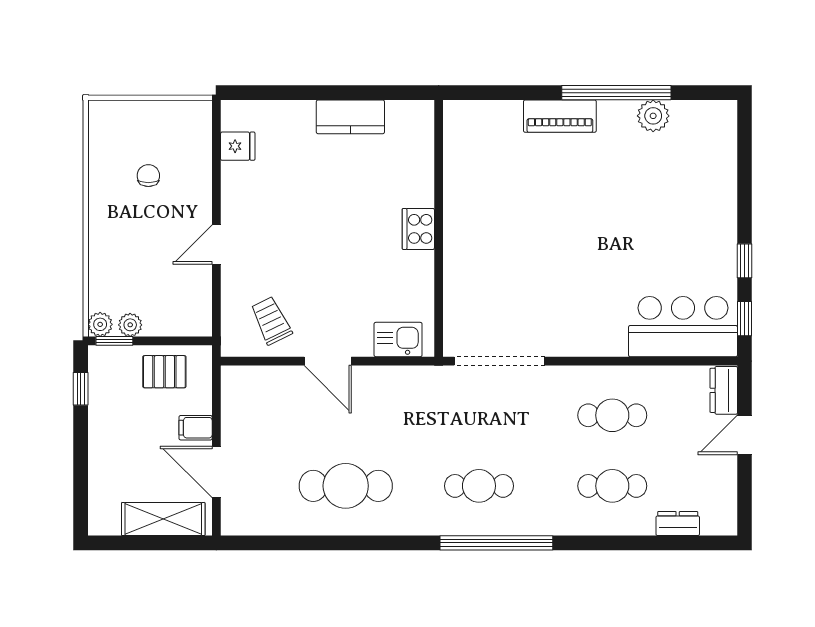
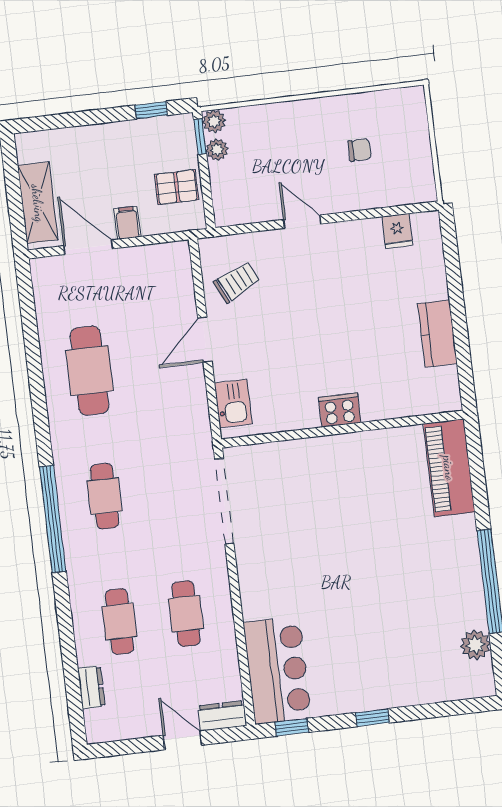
piano: (560, 116) -> (449, 468), moved, width x1.37, depth x1.33
plant: (653, 116) -> (476, 645), moved
window: (745, 261) -> (372, 718), moved
pallet: (164, 372) -> (177, 187), turned 90
door: (216, 472) -> (88, 247), hinge flipped

